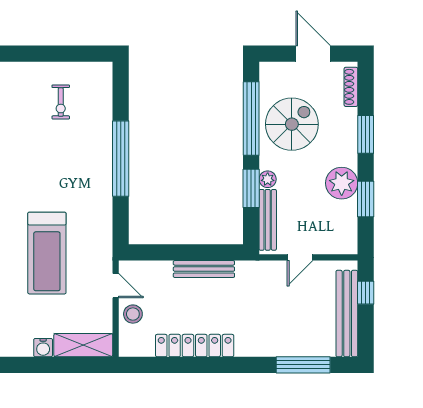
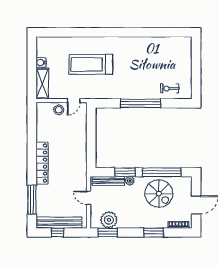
exercise bike: (61, 102) -> (170, 89), moved
plant: (342, 183) -> (109, 220), moved
window: (366, 199) -> (108, 233), moved
bench: (204, 269) -> (82, 147), removed
window: (366, 293) -> (58, 233), moved
locker: (195, 346) -> (42, 163), moved

